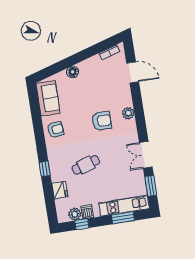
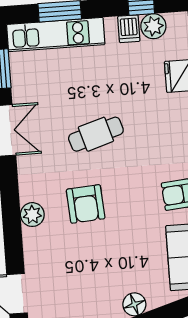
armchair: (102, 121) -> (86, 204), turned -94
cafe table: (86, 165) -> (96, 134), moved

